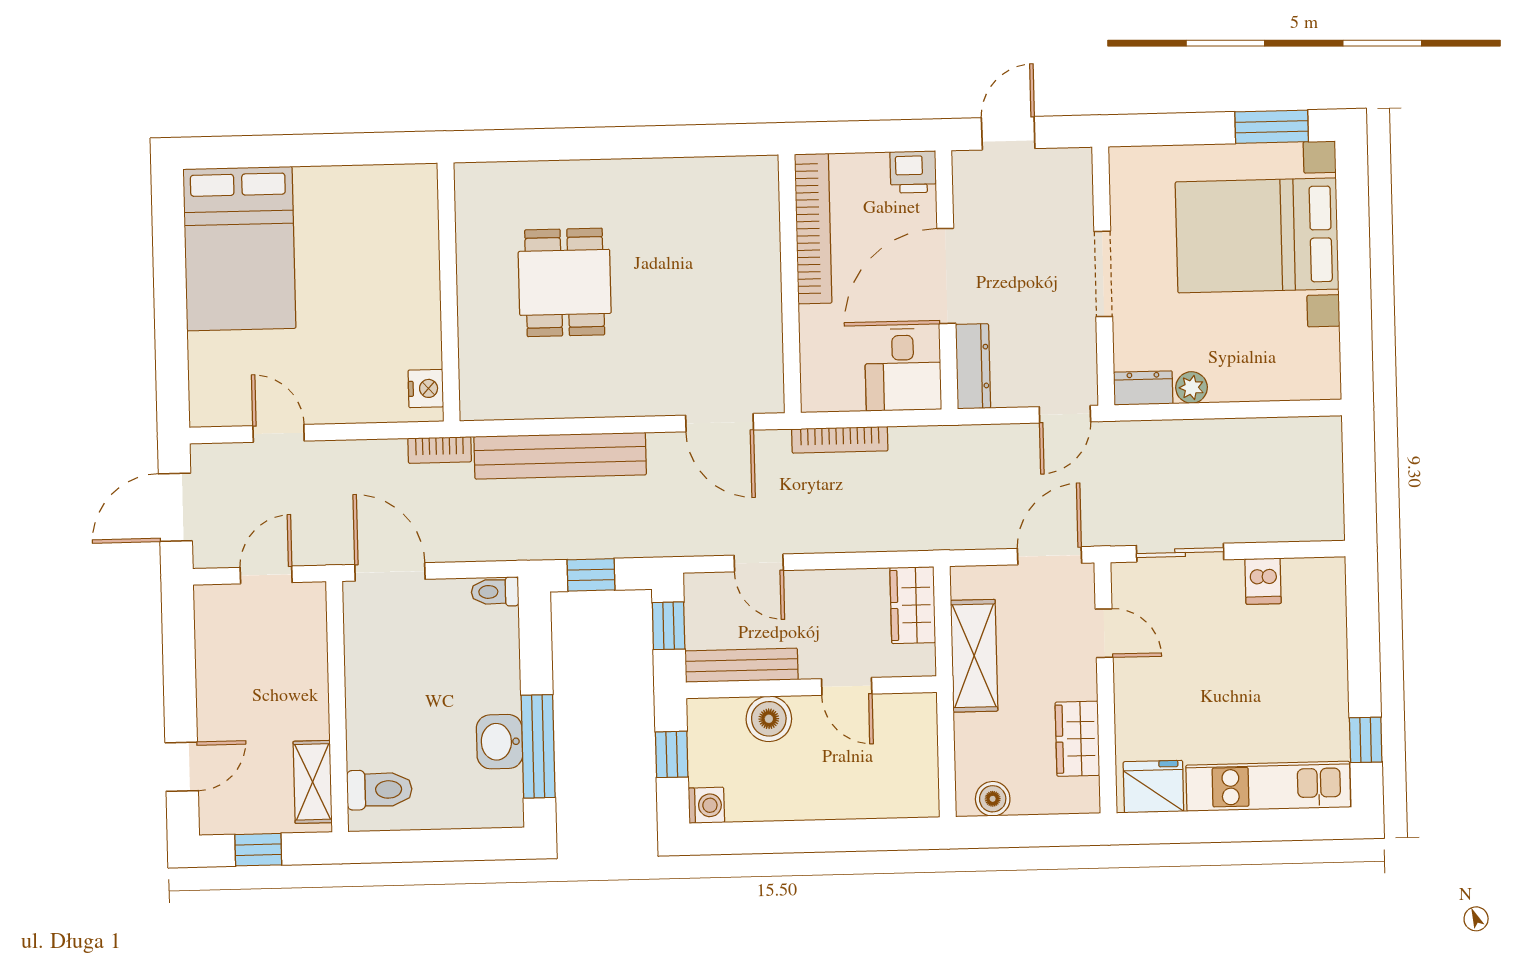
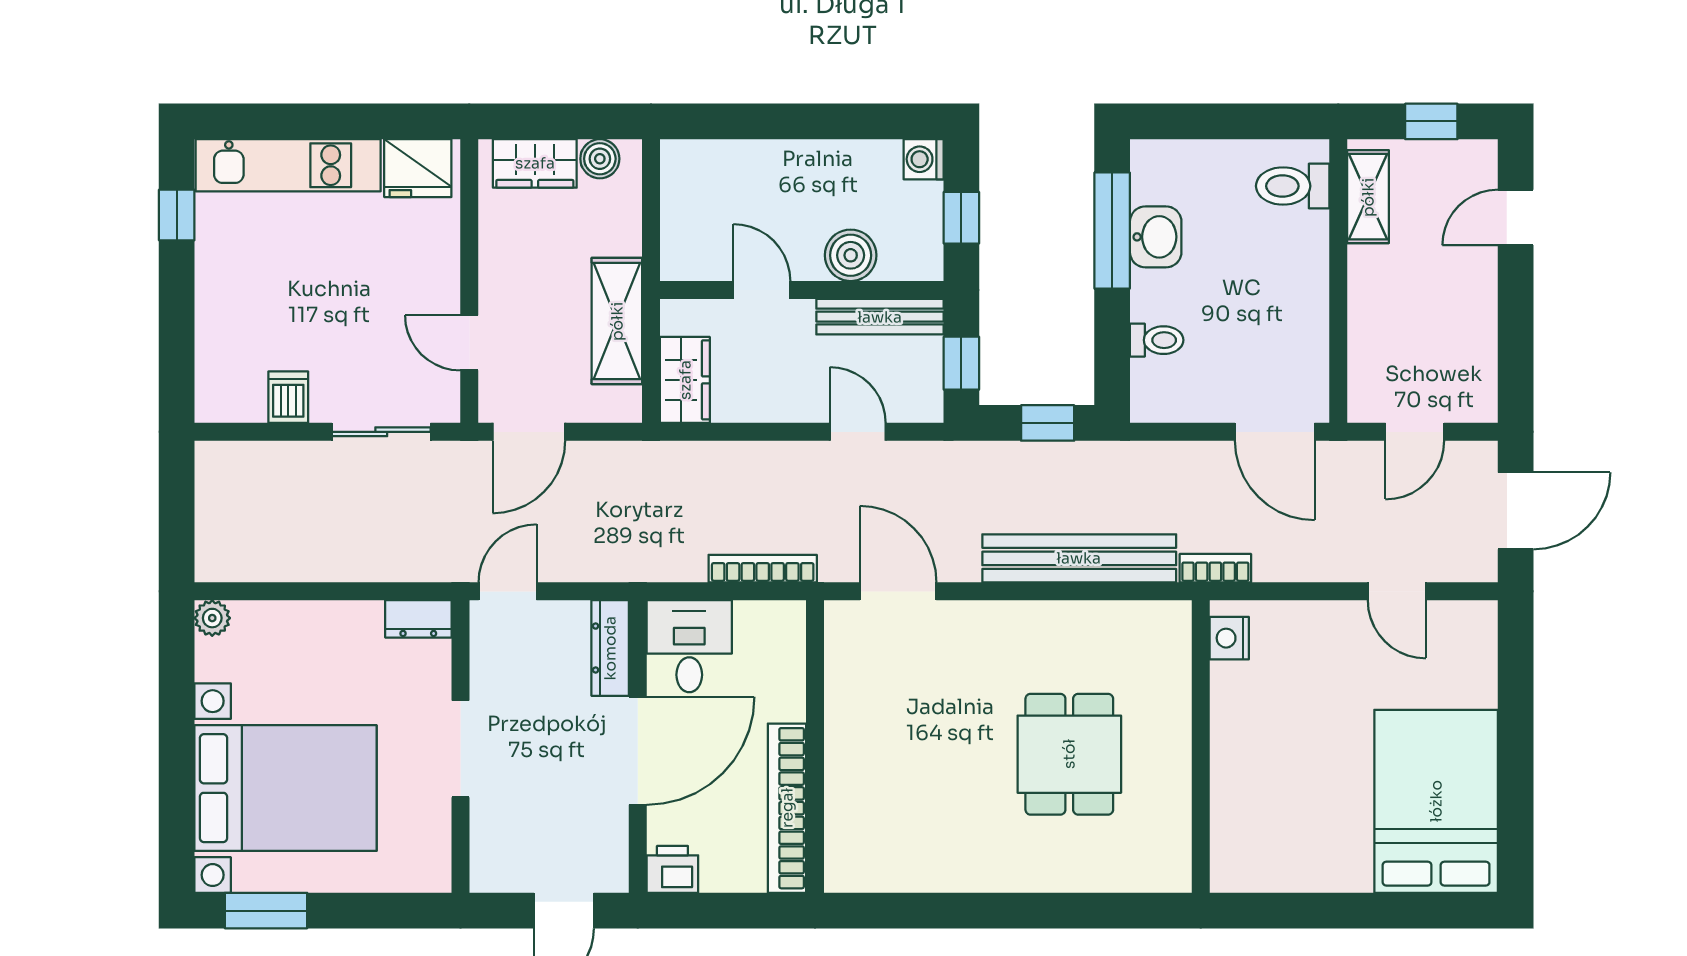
plant: (1192, 388) -> (212, 618), moved
toilet: (495, 592) -> (1157, 340), moved
wardrobe: (1077, 739) -> (535, 163), moved, turned 90

